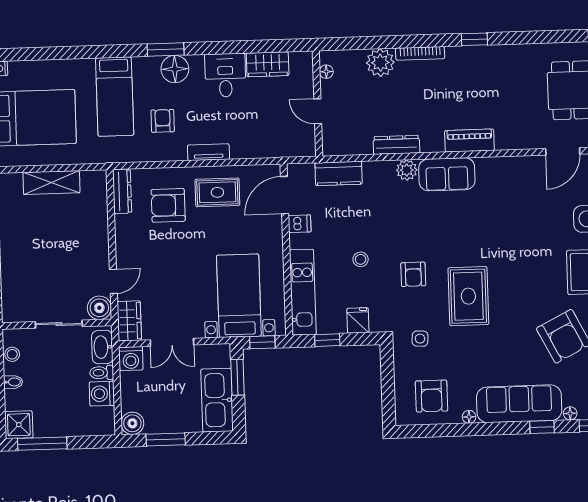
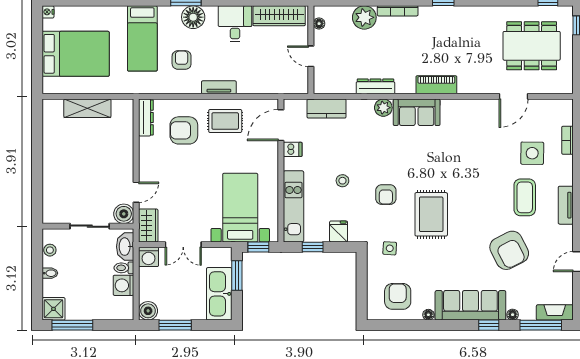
wardrobe: (268, 64) -> (279, 16), width x1.50
armchair: (431, 396) -> (398, 296), turned 180

